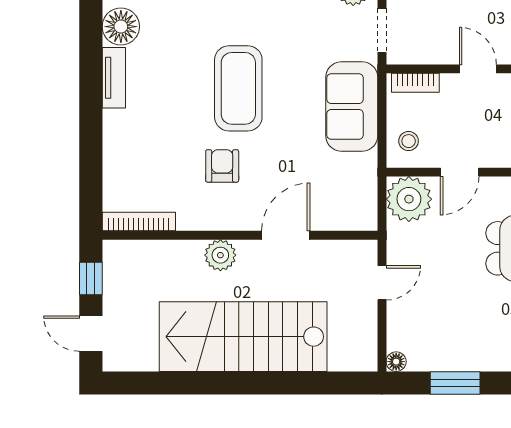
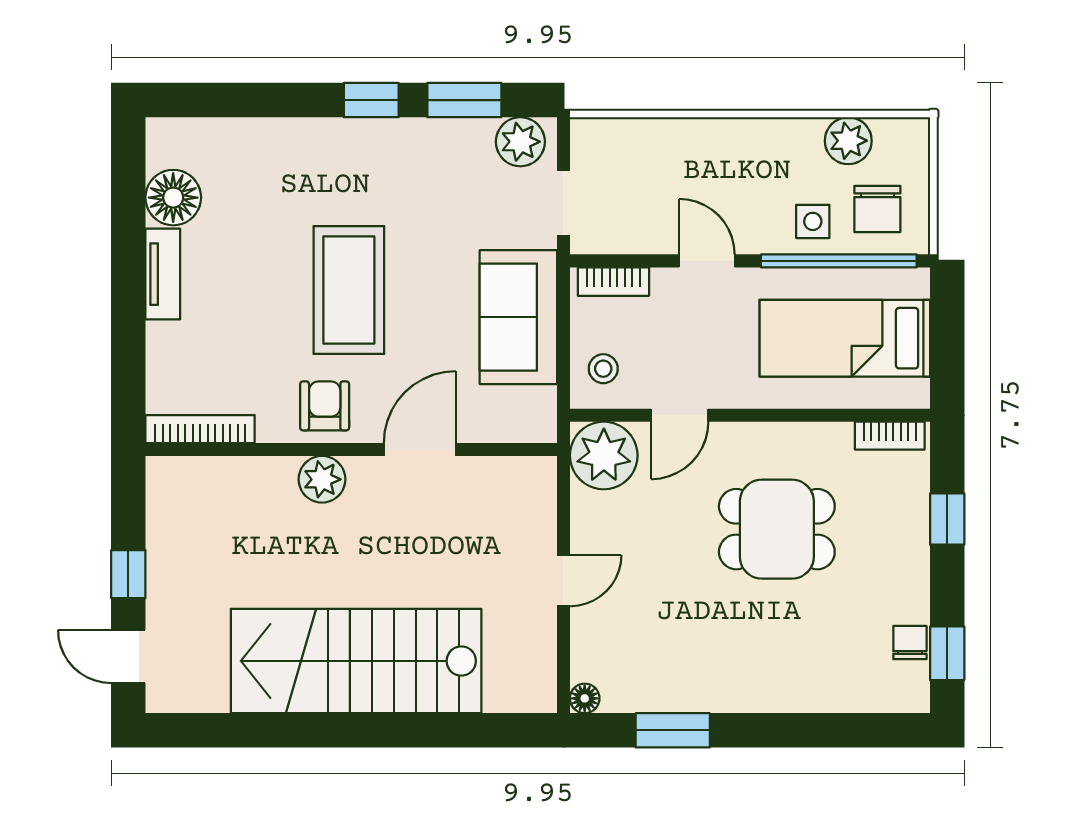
bookcase: (139, 222) -> (200, 429), moved
wall: (240, 235) -> (351, 449), moved
door: (286, 235) -> (420, 449), moved
plant: (220, 255) -> (322, 479), moved

